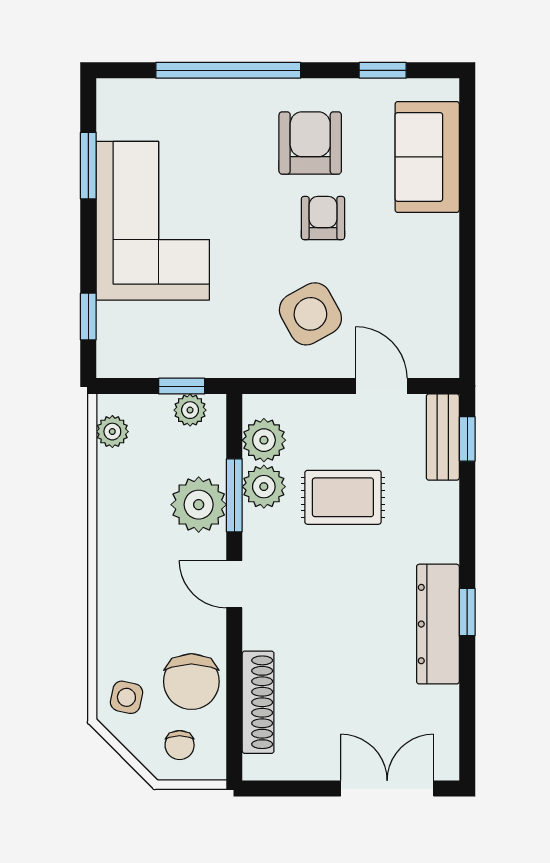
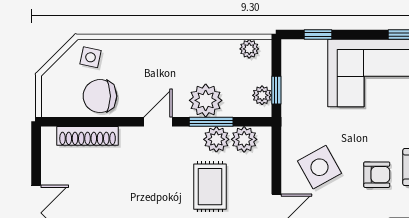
chair: (180, 745) -> (62, 89), removed

